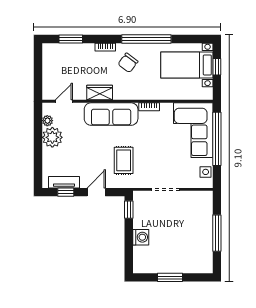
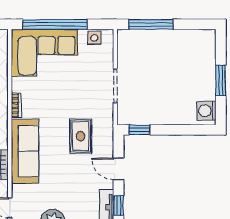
rug: (124, 160) -> (81, 136), turned 90
window: (217, 233) -> (151, 24), moved
washing machine: (141, 237) -> (206, 111), moved, turned -90

